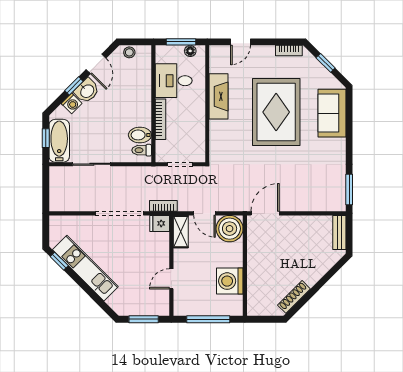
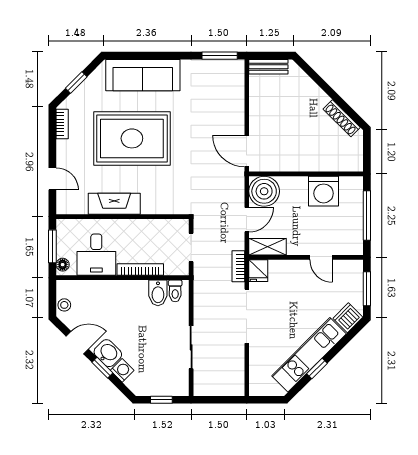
floor lamp: (190, 51) -> (63, 265), moved
sofa: (332, 113) -> (143, 75), width x1.36
bathtub: (59, 141) -> (164, 384), removed
window: (59, 261) -> (317, 369), moved
dishwasher: (118, 303) -> (348, 318), added

